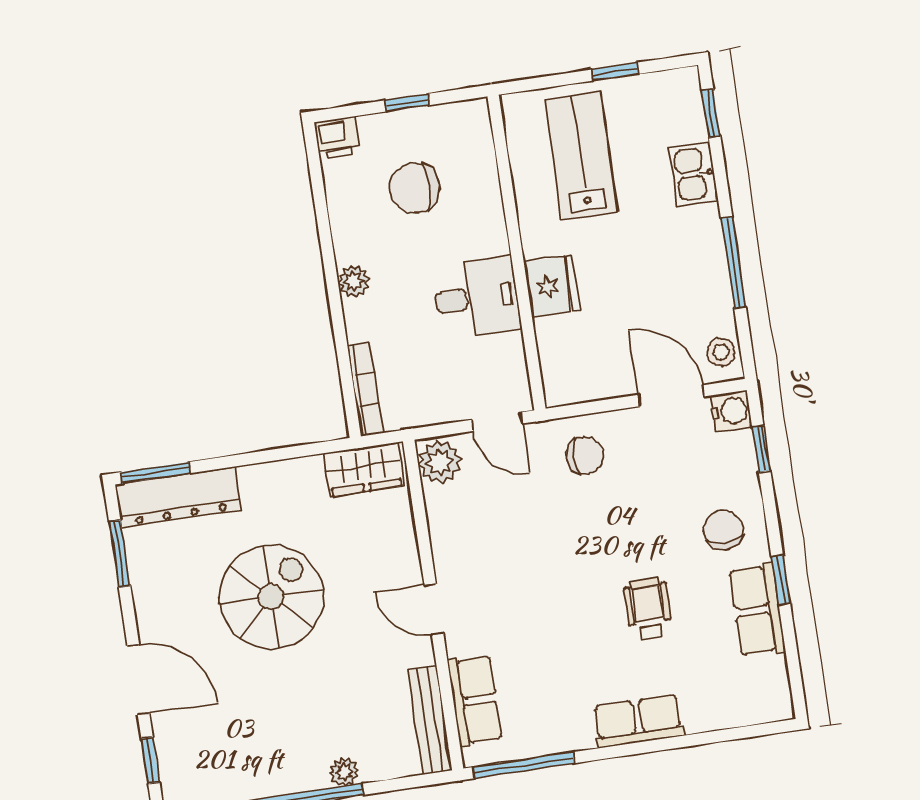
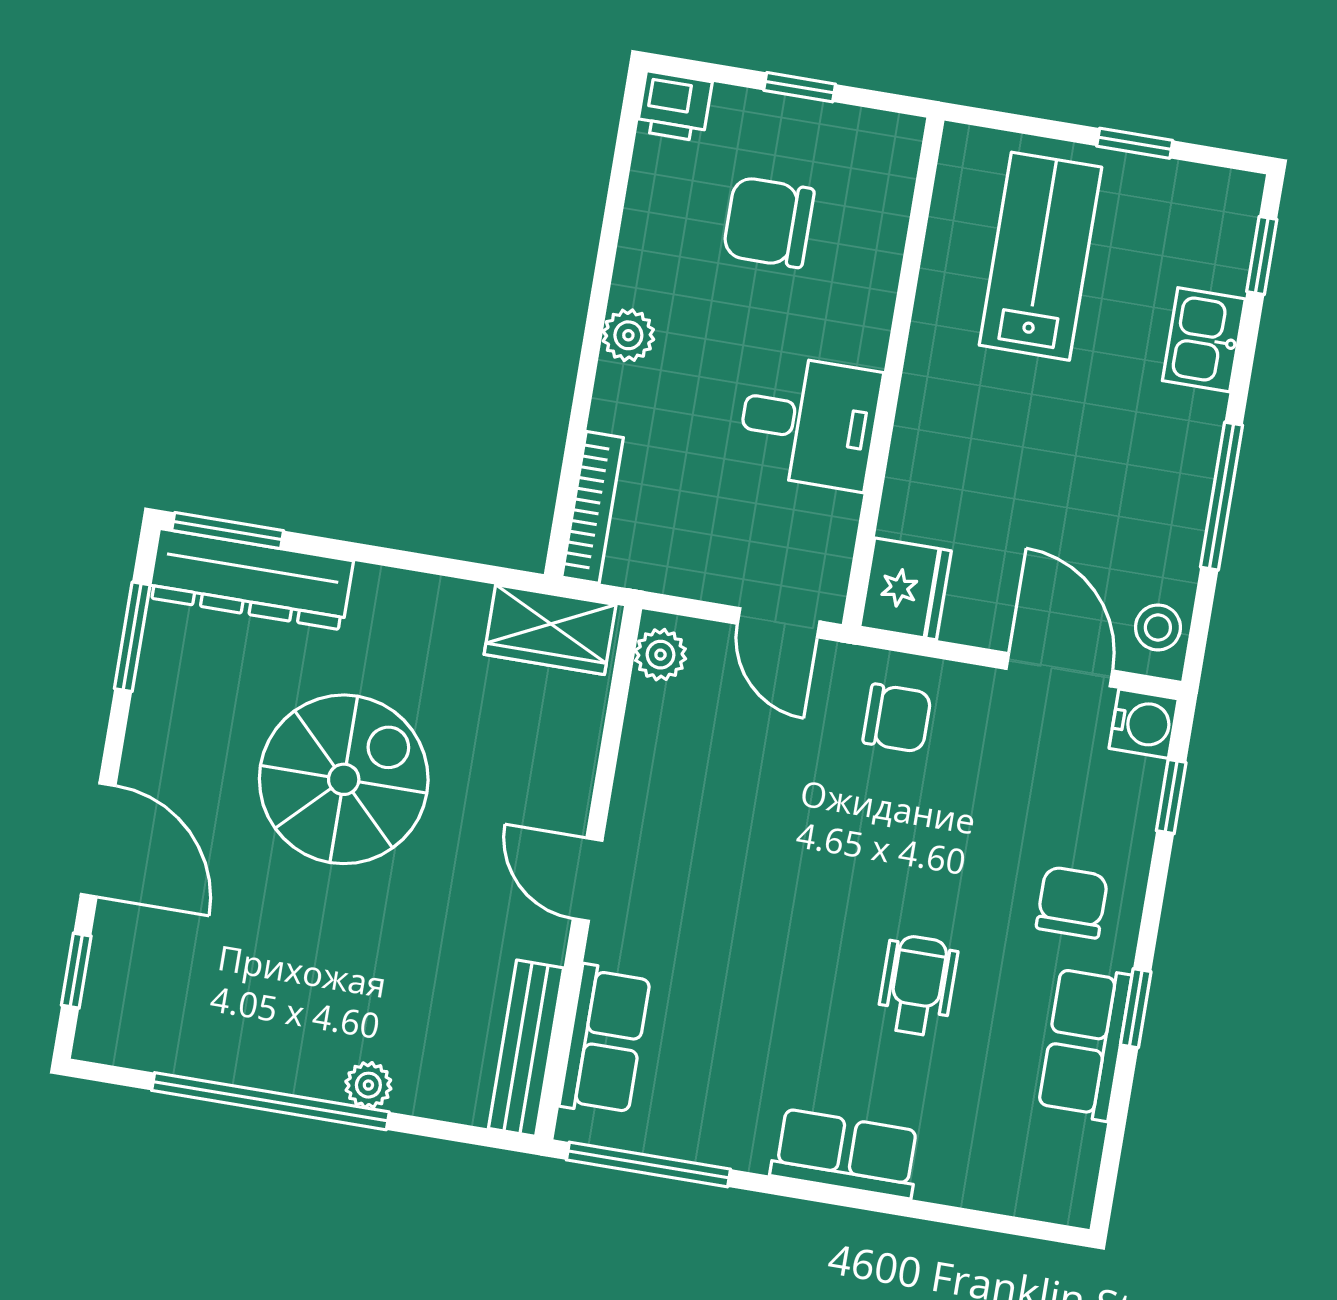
fridge: (552, 286) -> (905, 589), moved
plant: (440, 462) -> (660, 655), width x0.73, depth x0.73

